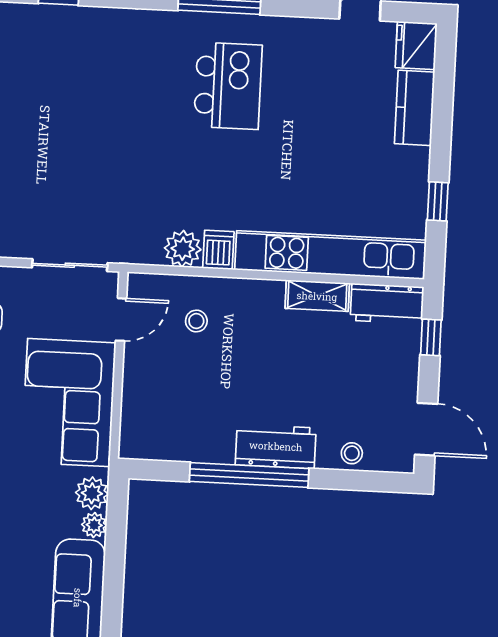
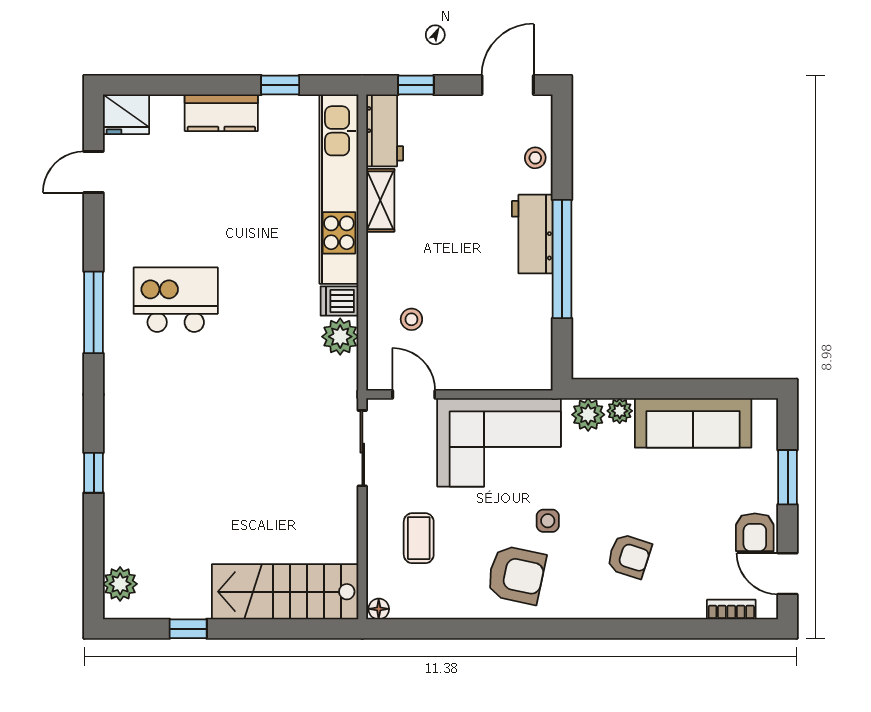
kitchen counter: (415, 108) -> (221, 113), moved

